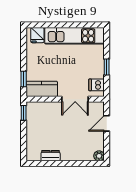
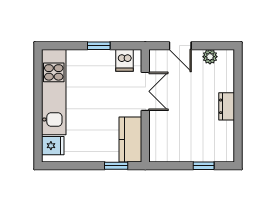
window: (24, 113) -> (204, 166), moved
dresser: (51, 156) -> (227, 106), moved
plant: (99, 156) -> (210, 57), moved

